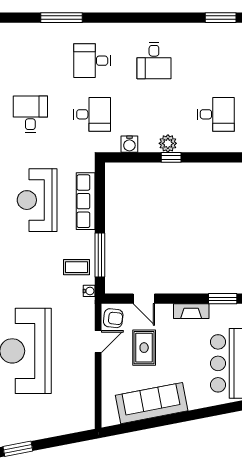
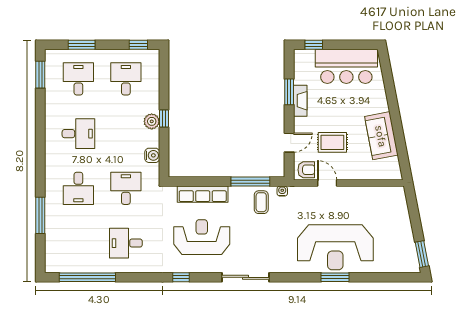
desk: (216, 61) -> (78, 79), added
reception desk: (37, 200) -> (202, 237), turned 180
window: (223, 299) -> (289, 92), moved
armchair: (113, 318) -> (306, 170), turned 84
sofa: (152, 403) -> (381, 136), width x0.73

